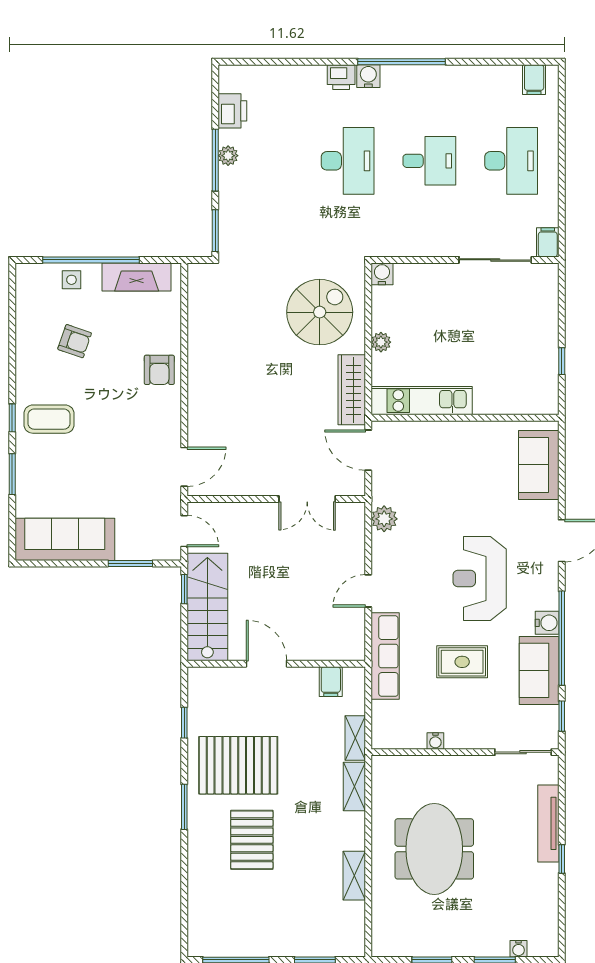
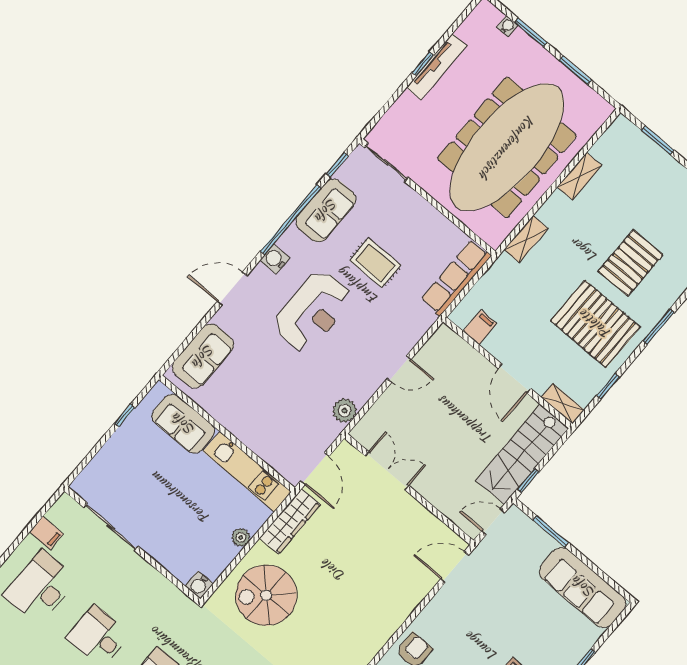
filing cabinet: (548, 242) -> (46, 533), moved, turned -90
sofa: (508, 395) -> (183, 424), added
door: (184, 531) -> (493, 522), hinge flipped
water cooler: (547, 623) -> (275, 259), moved
row of seats: (385, 656) -> (456, 278), moved
shelving: (355, 738) -> (563, 404), moved, turned 90
water cooler: (435, 741) -> (441, 223), removed
tv unit: (548, 823) -> (437, 67), moved
meeting table: (434, 849) -> (507, 147), width x1.86, depth x1.27

